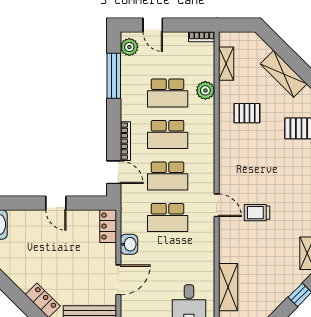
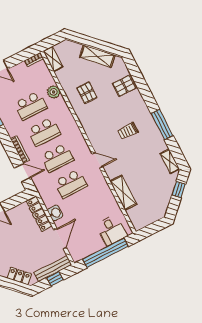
shelving: (226, 64) -> (53, 59), moved
pallet: (247, 113) -> (87, 93), turned 90
trolley: (257, 213) -> (128, 131), moved
locker: (108, 226) -> (39, 214), width x1.53
shelving: (228, 287) -> (123, 193), moved

